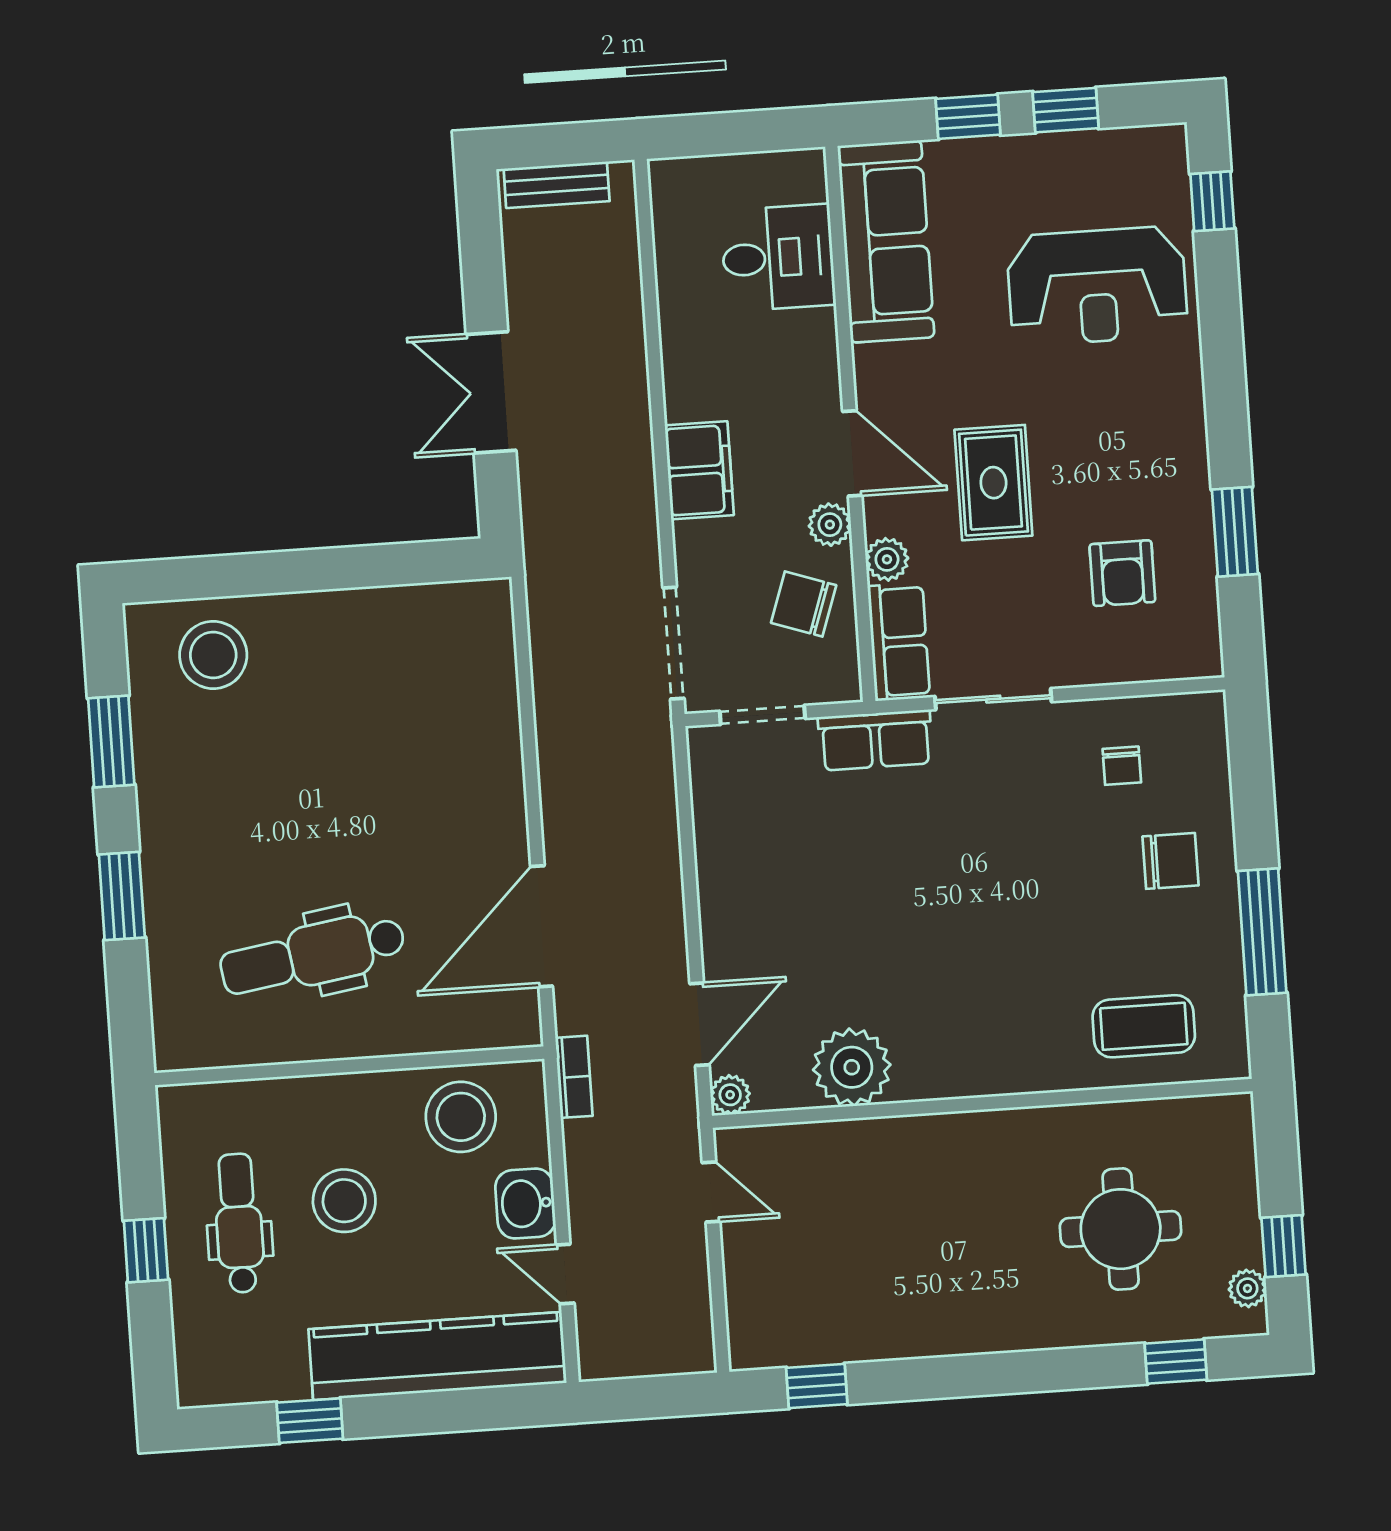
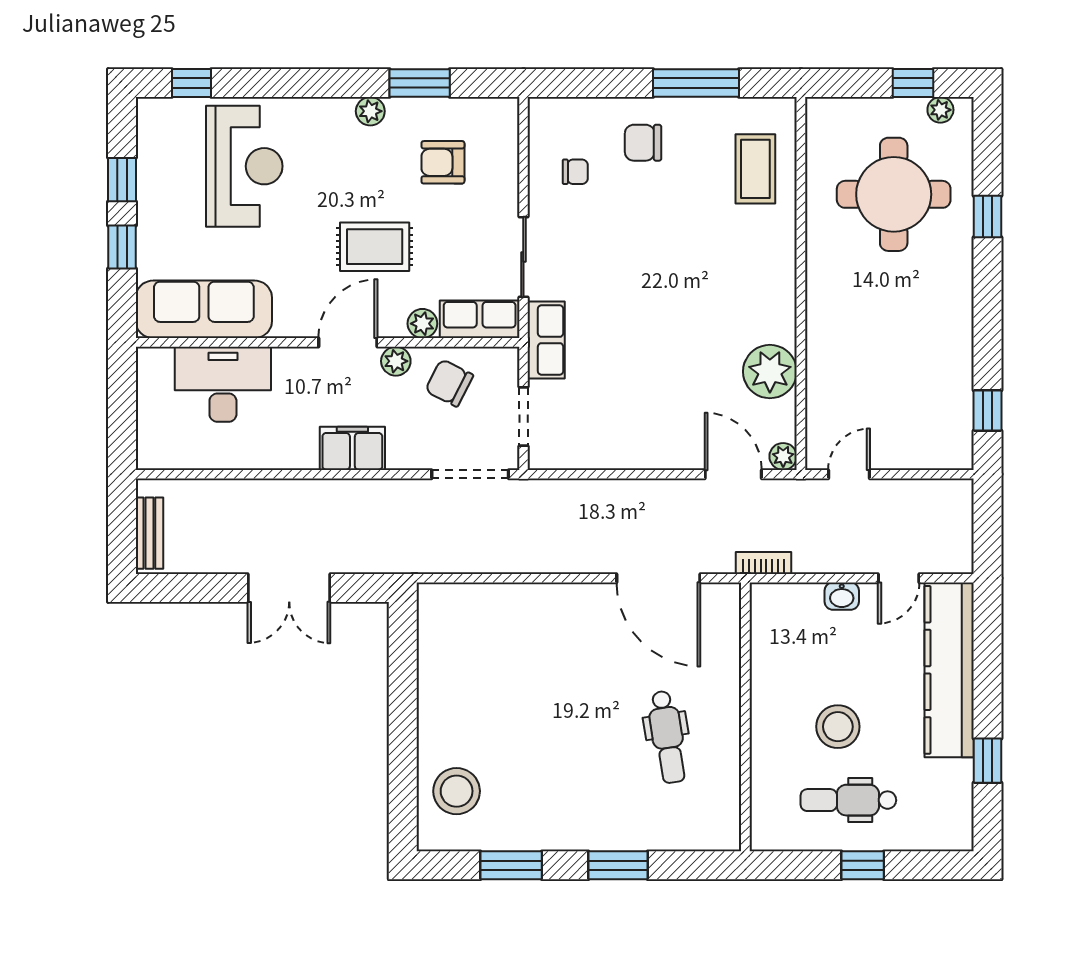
desk: (778, 258) -> (223, 384), width x1.37
plant: (1189, 463) -> (370, 111), added
armchair: (1122, 573) -> (443, 162), turned 180
chair: (804, 604) -> (449, 383), turned 98
chair: (1170, 861) -> (643, 143), turned -90
dental chair: (313, 955) -> (667, 737), width x0.73, depth x0.72
stool: (461, 1117) -> (786, 643), removed
washbasin: (525, 1204) -> (842, 596), width x0.72, depth x0.69
round table: (1121, 1229) -> (894, 194), width x1.36, depth x1.36
window: (1176, 1362) -> (987, 216), moved

